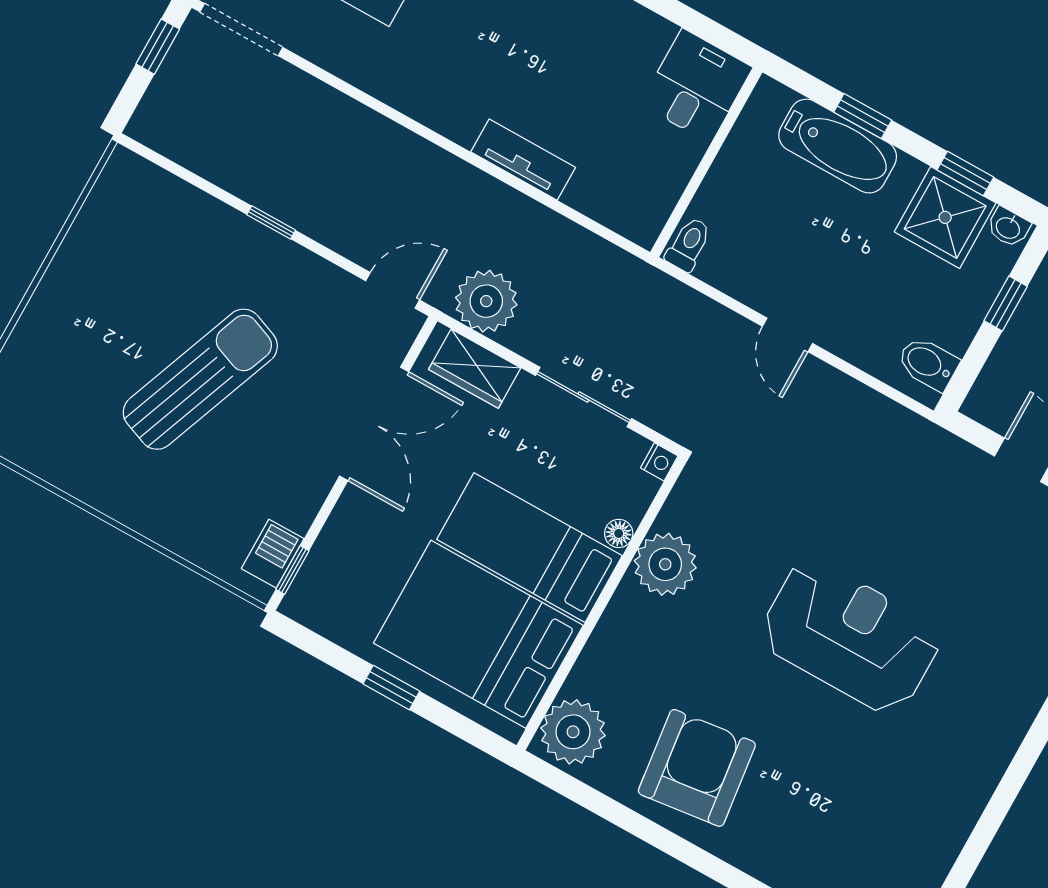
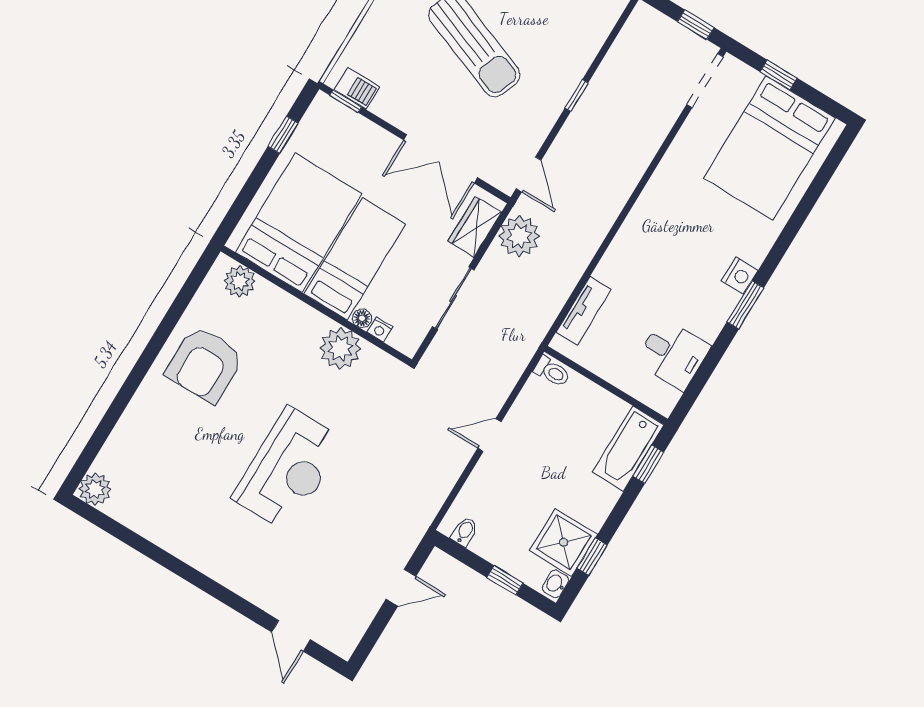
desk: (696, 86) -> (673, 354), moved
window: (863, 116) -> (648, 464), moved
bathtub: (838, 146) -> (628, 449), moved
tv unit: (523, 160) -> (584, 311), moved
bidet: (928, 363) -> (465, 531), width x0.72, depth x0.74
nightstand: (659, 462) -> (380, 330), moved
window: (391, 688) -> (283, 135), moved
plant: (573, 732) -> (240, 281), width x0.73, depth x0.73
armchair: (697, 768) -> (205, 364), turned 97

